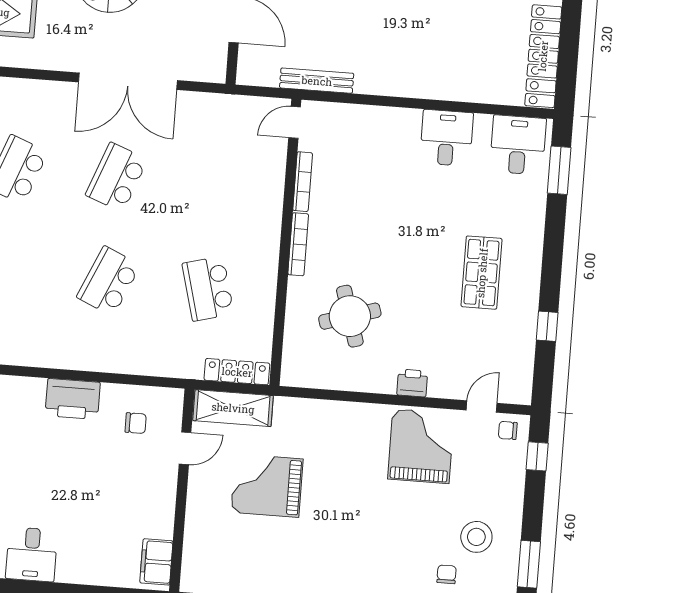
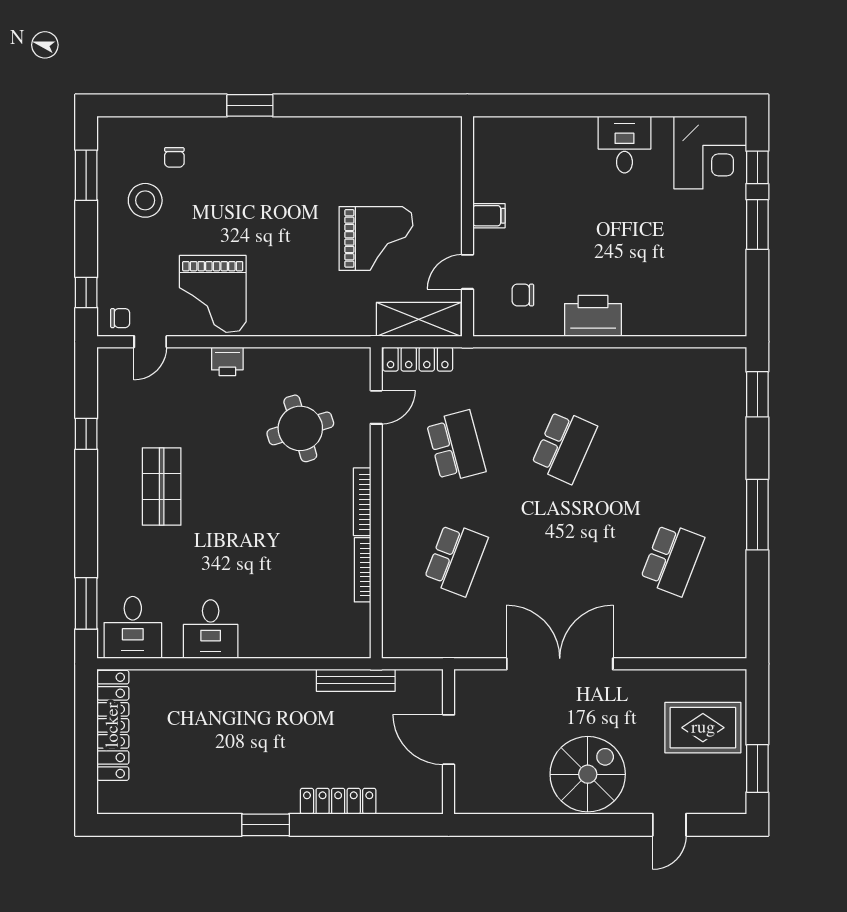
door: (295, 122) -> (376, 407), moved
school desk: (117, 177) -> (456, 559), moved
filing cabinet: (156, 562) -> (489, 216), moved, width x0.50

